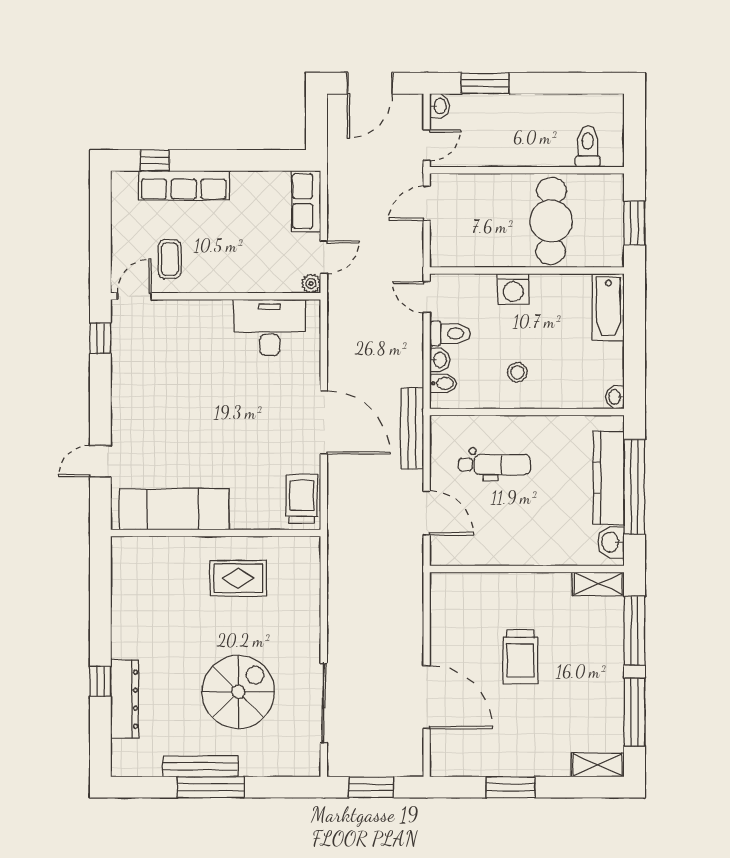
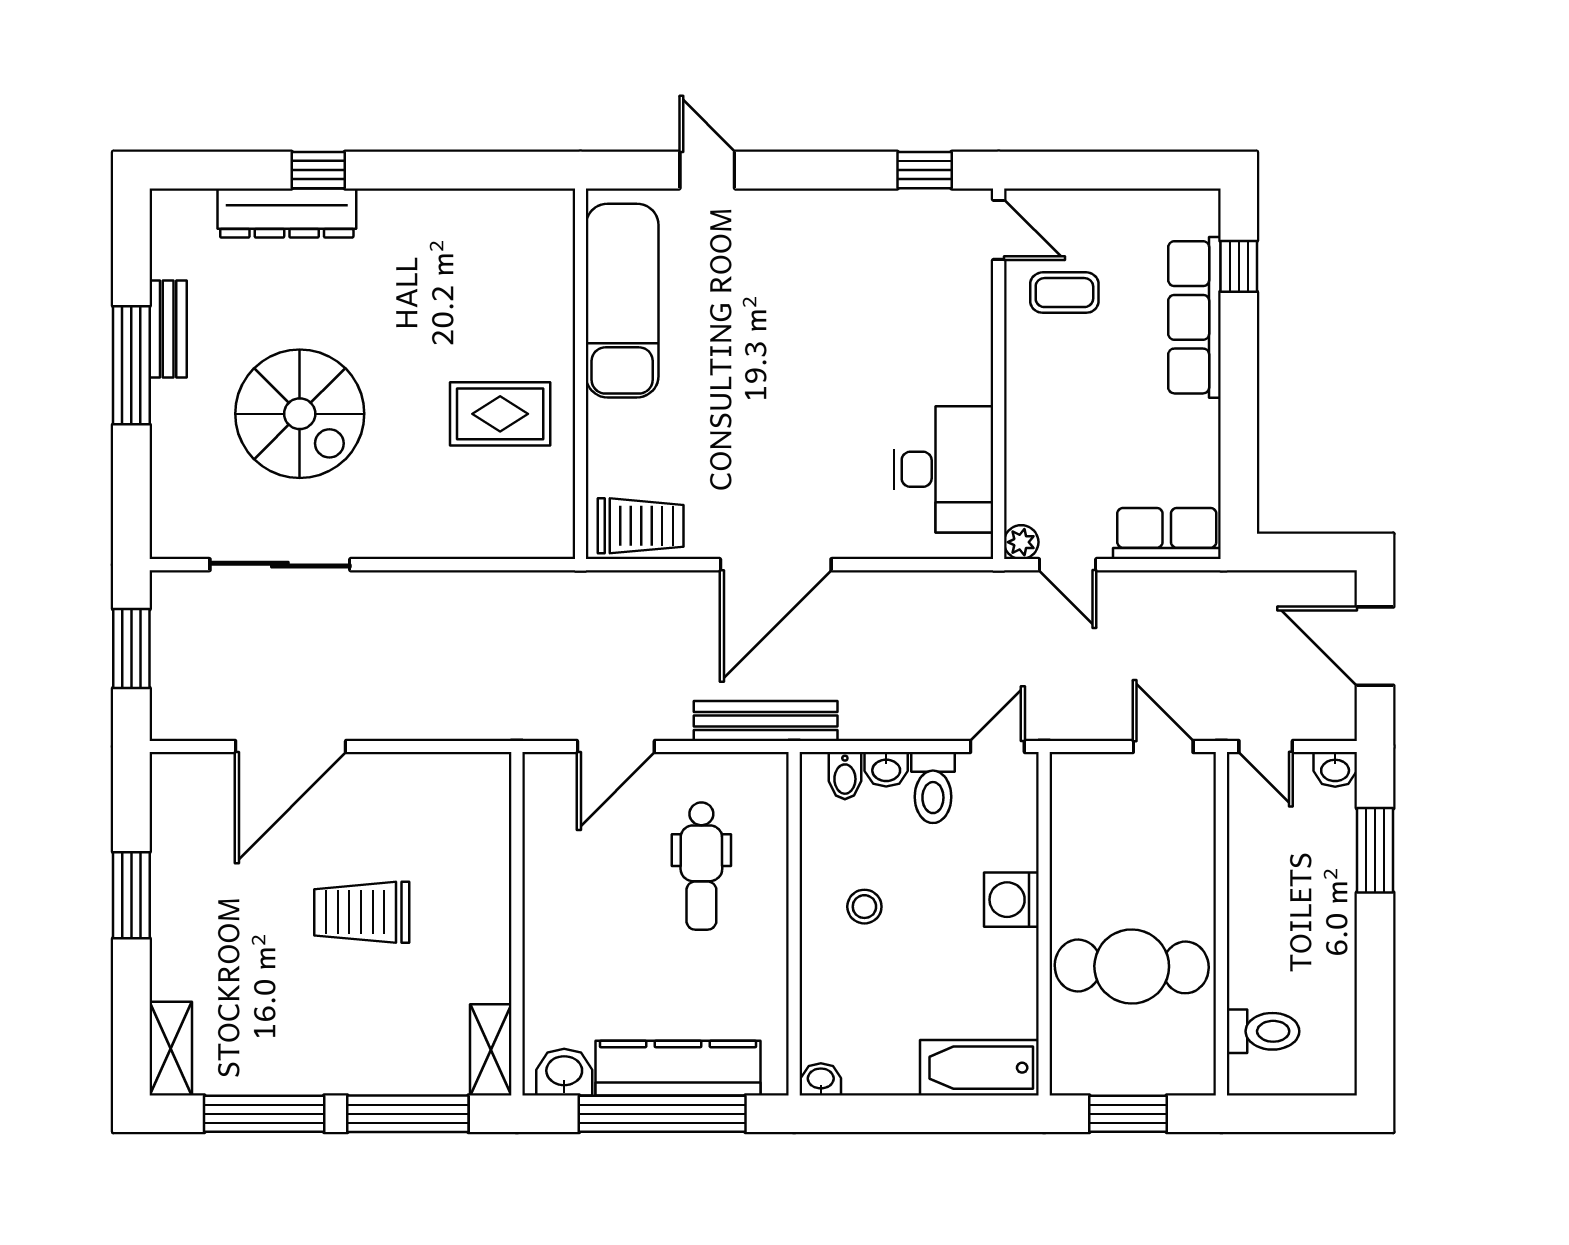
rug: (238, 578) -> (500, 414), turned 90
bench: (200, 766) -> (168, 329), width x0.73

